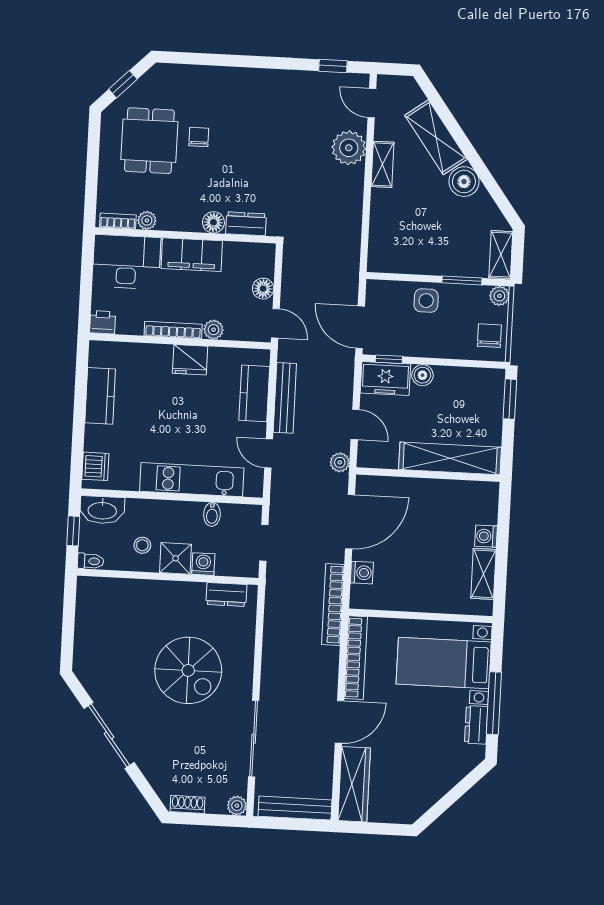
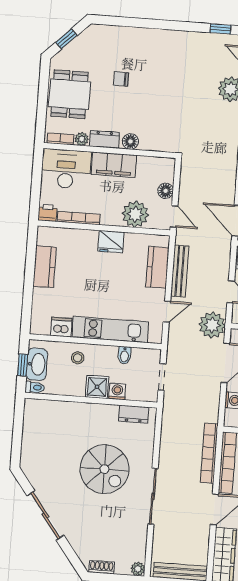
chair: (199, 137) -> (121, 79), turned -90
dining table: (149, 141) -> (70, 94), moved
dresser: (246, 224) -> (104, 139), moved
bookcase: (173, 330) -> (79, 218), moved
plant: (214, 330) -> (135, 214), width x1.87, depth x1.87
door: (269, 453) -> (167, 312), swing flipped
plant: (340, 462) -> (212, 325), width x1.87, depth x1.87
dishwasher: (95, 466) -> (61, 327), moved, turned -90
washbasin: (102, 510) -> (37, 364), moved, turned -90
stool: (142, 545) -> (78, 358), moved
bookcase: (333, 604) -> (209, 453), moved
sliding door: (254, 739) -> (153, 496), moved

